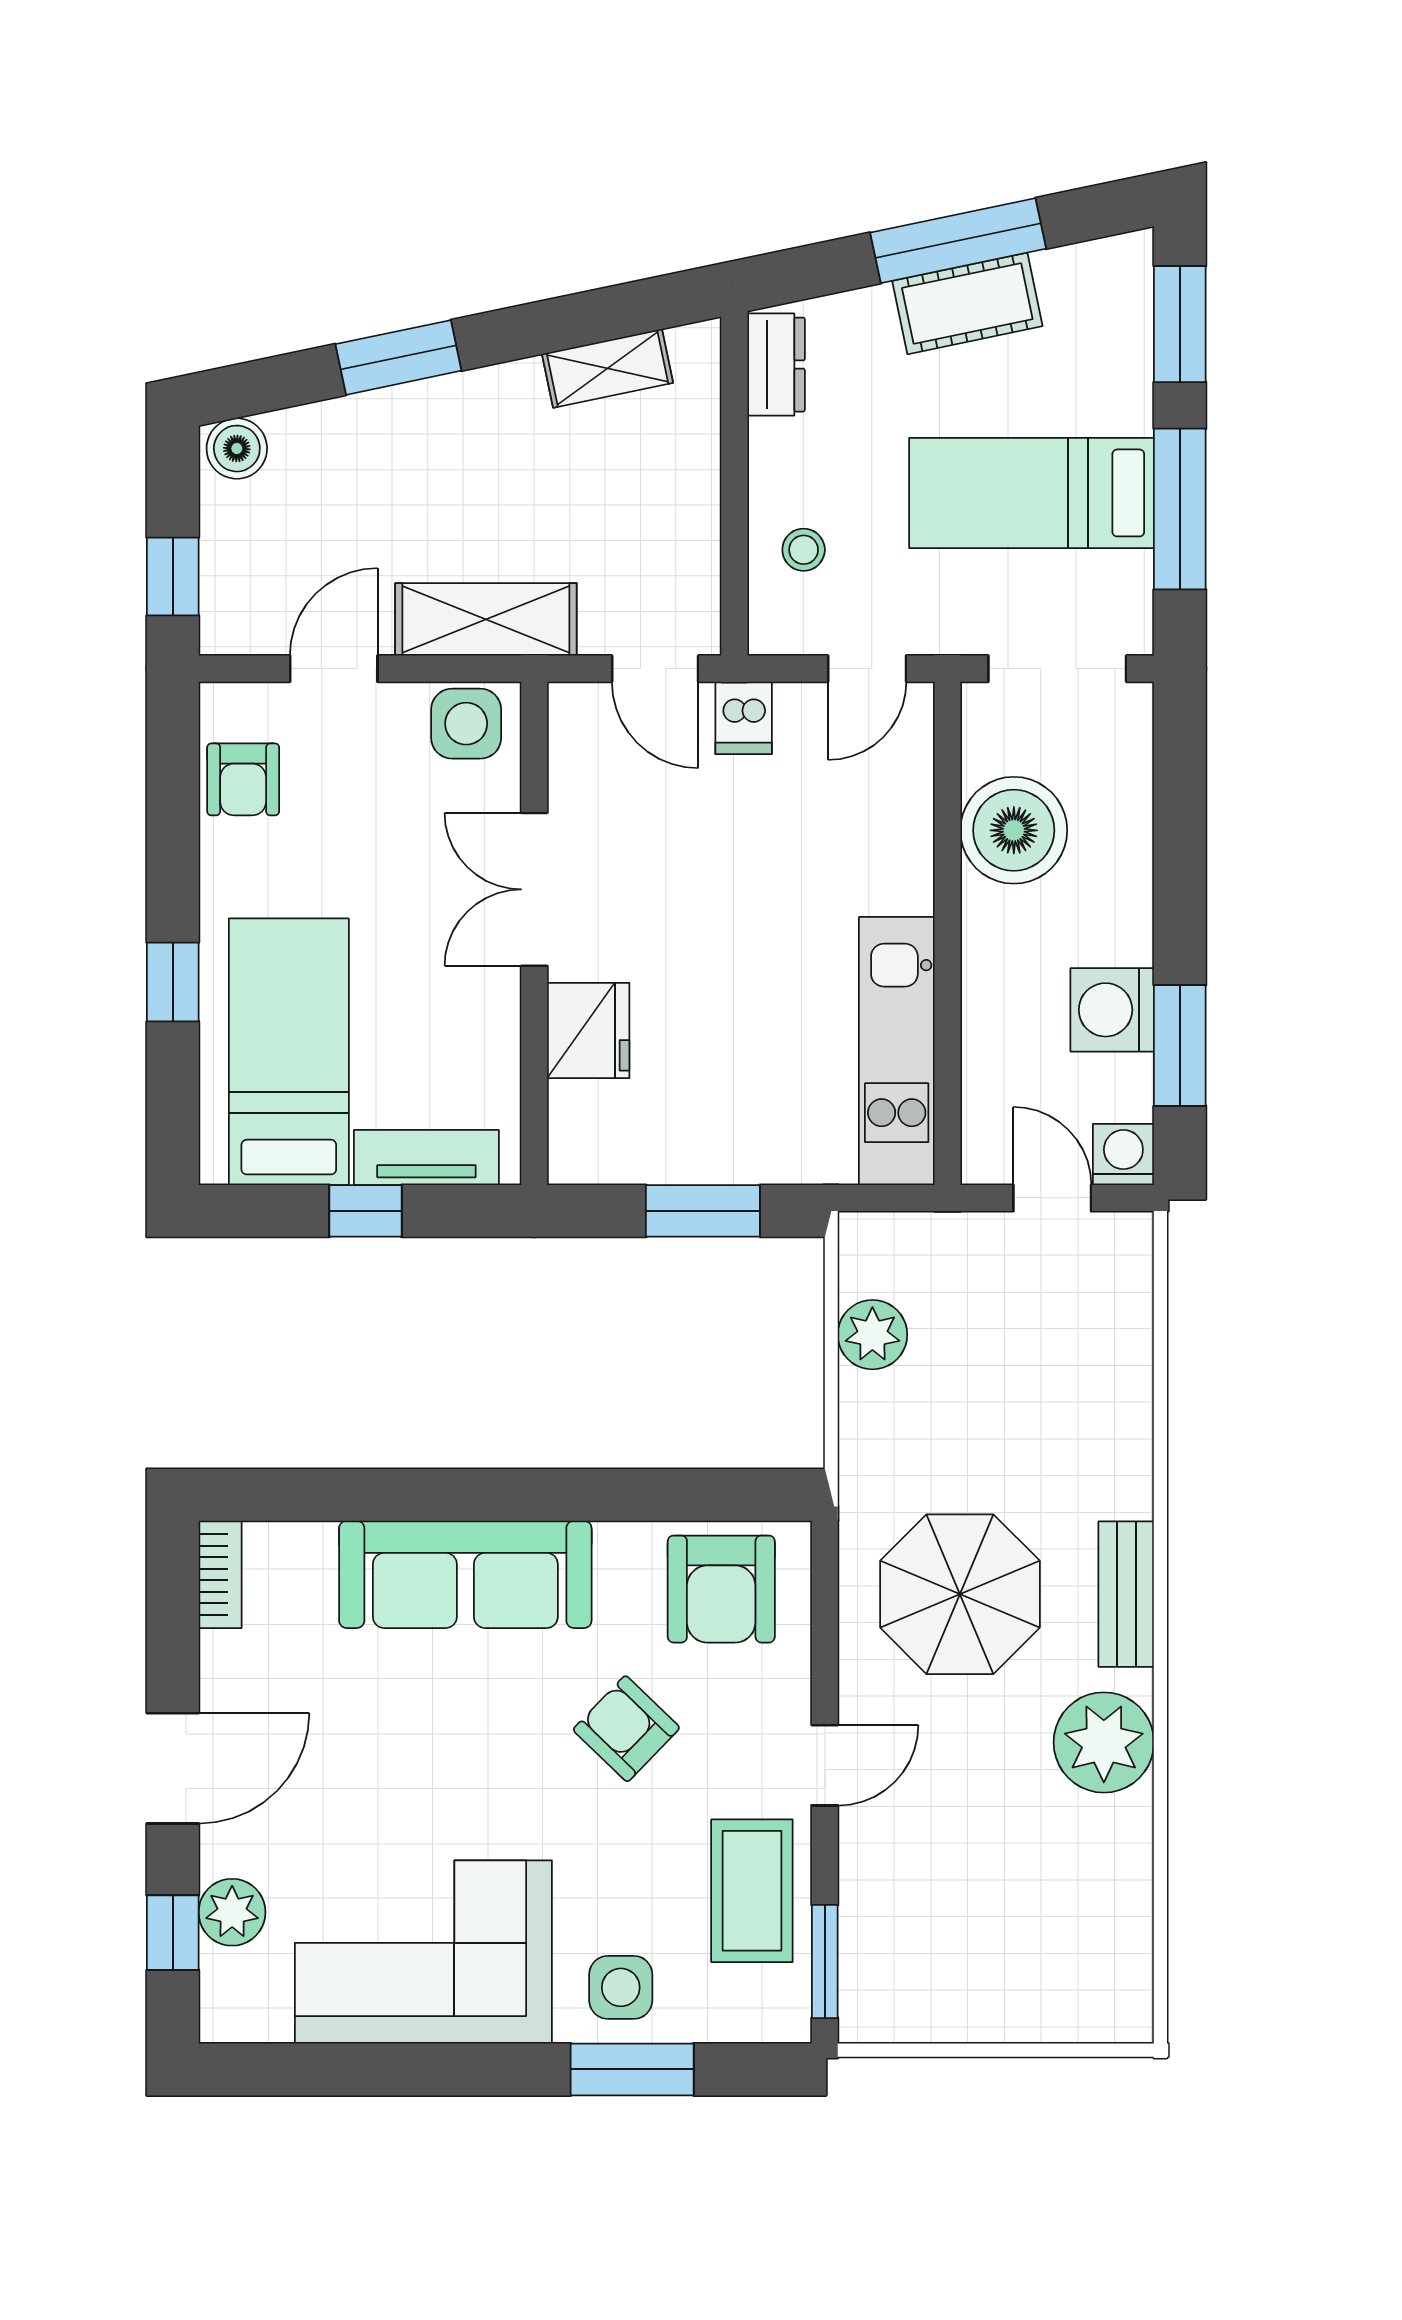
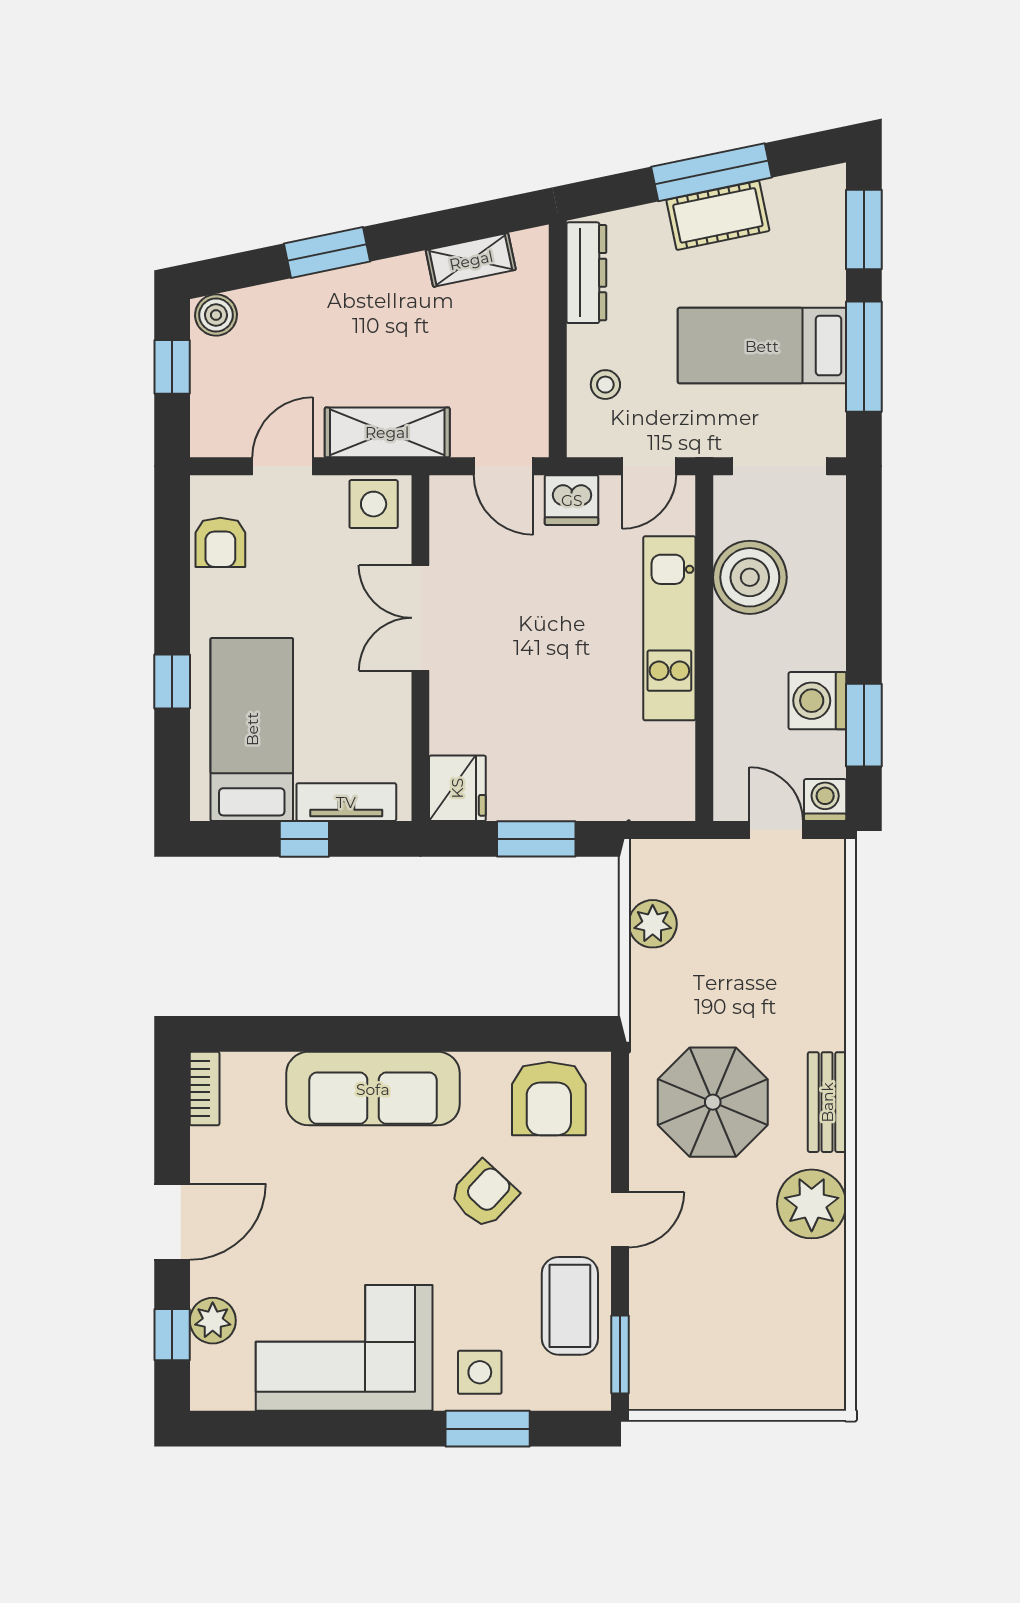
dresser: (776, 365) -> (586, 273), width x1.44
window: (173, 576) -> (172, 367), moved
dishwasher: (744, 718) -> (572, 500), width x1.38
fridge: (588, 1030) -> (457, 788), moved
kitchen unit: (897, 1051) -> (669, 628), moved
armchair: (626, 1729) -> (484, 1195), turned 89

